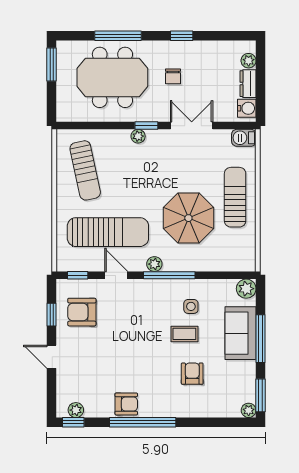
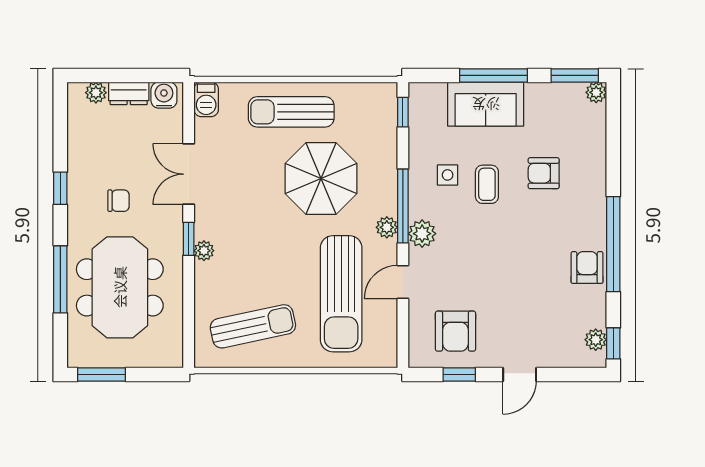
sun lounger: (108, 232) -> (341, 294), turned 180
window: (78, 275) -> (403, 112), moved
plant: (246, 289) -> (422, 234), moved

